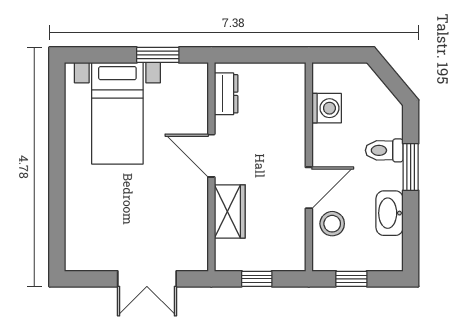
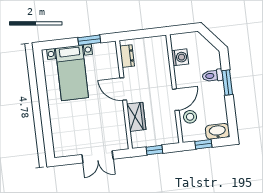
washbasin: (390, 213) -> (217, 131), moved, turned 90

